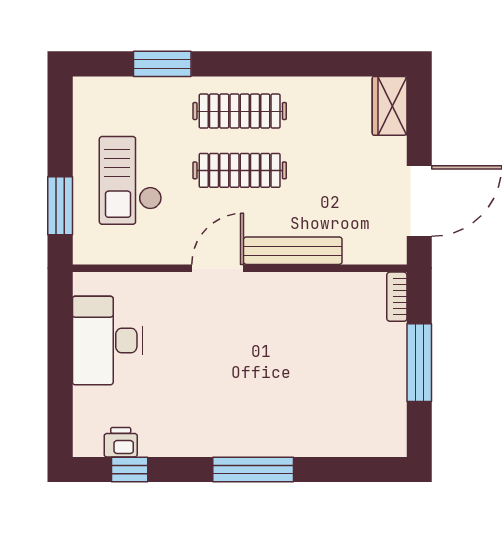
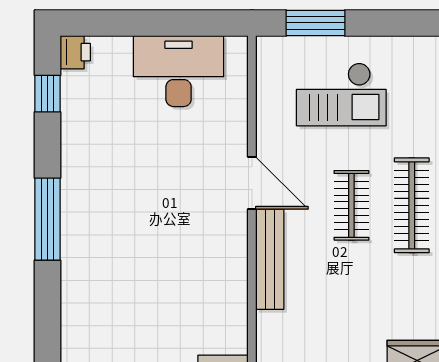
clothes rail: (240, 170) -> (351, 205), width x0.73
checkout: (130, 180) -> (341, 94), turned 180
printer: (121, 442) -> (75, 52), moved

